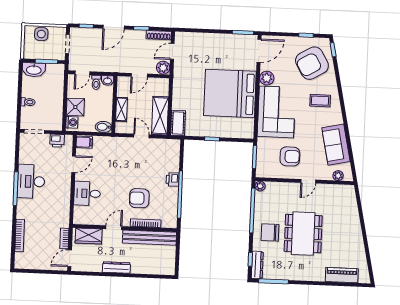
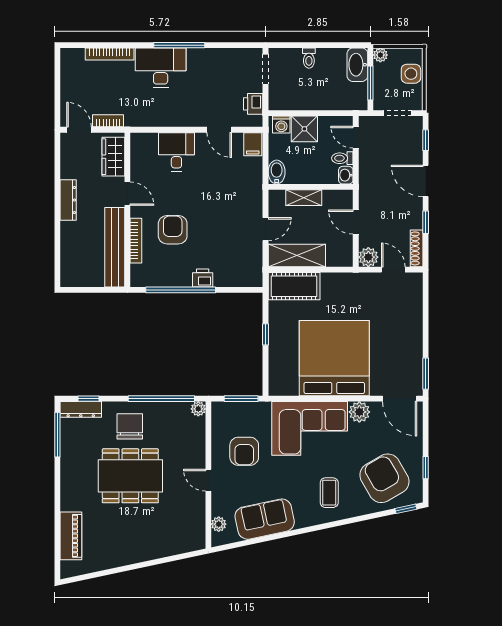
plant: (28, 54) -> (380, 55), added
cot: (178, 123) -> (294, 286), width x1.37, depth x1.34
desk: (31, 181) -> (161, 68), moved

